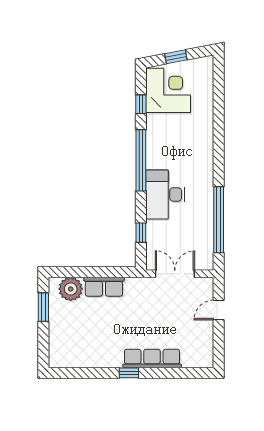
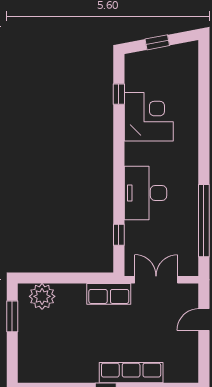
corner desk: (168, 90) -> (149, 117), moved
window: (141, 160) -> (119, 156), removed
row of seats: (104, 287) -> (109, 294), moved

